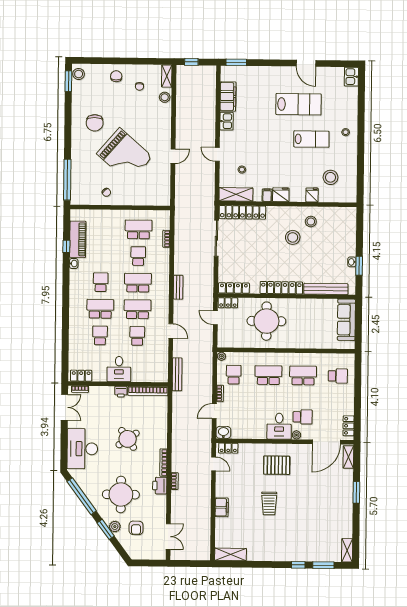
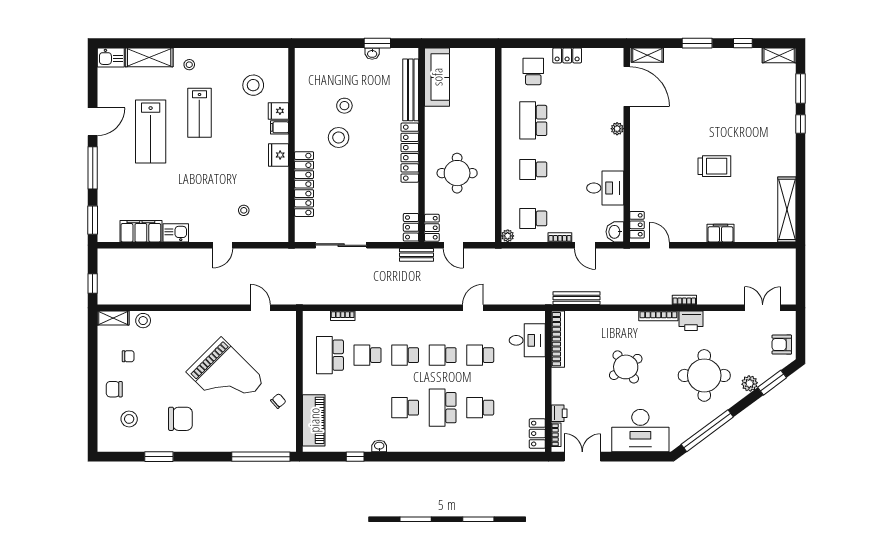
window: (273, 63) -> (93, 168), added
stool: (79, 74) -> (129, 419), moved
window: (68, 81) -> (159, 457), moved
lab bench: (299, 104) -> (151, 132), turned 180
lab bench: (311, 139) -> (199, 113), turned 180
grand piano: (124, 155) -> (226, 376), turned 94
door: (173, 156) -> (260, 308), moved
shelving: (236, 194) -> (149, 57), moved, turned 90
filing cabinet: (267, 195) -> (279, 127), moved
locker: (242, 212) -> (304, 184), moved
stool: (311, 222) -> (344, 106), moved
piano: (78, 239) -> (314, 420), moved, turned 90
school desk: (138, 283) -> (405, 355), width x0.54
bench: (178, 287) -> (417, 255), moved
locker: (234, 288) -> (411, 227), width x0.66
school desk: (138, 309) -> (443, 355), width x0.54
door: (215, 318) -> (453, 245), hinge flipped
sofa: (346, 320) -> (437, 77), moved, turned -90
round table: (266, 321) -> (457, 173), width x0.73, depth x0.73
desk: (119, 369) -> (527, 340), moved
bench: (177, 374) -> (577, 298), moved
school desk: (268, 375) -> (533, 169), width x0.54
printer: (121, 392) -> (559, 413), moved
school desk: (303, 417) -> (592, 120), removed
desk: (279, 426) -> (605, 188), moved
locker: (349, 426) -> (567, 55), moved
door: (214, 464) -> (660, 245), hinge flipped
pallet: (277, 465) -> (660, 156), removed
window: (356, 525) -> (743, 43), added
armchair: (136, 528) -> (782, 345), moved, turned 180
window: (106, 529) -> (772, 383), moved
shelving: (230, 554) -> (787, 209), width x1.47

